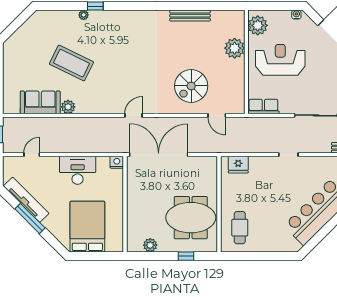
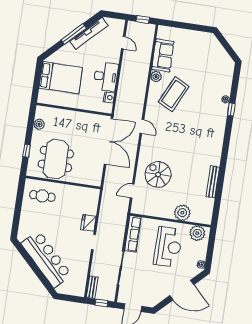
coffee table: (71, 63) -> (174, 94), moved
row of seats: (263, 106) -> (133, 234), width x1.48
nightstand: (117, 162) -> (109, 97), moved
fridge: (238, 165) -> (88, 223), moved

